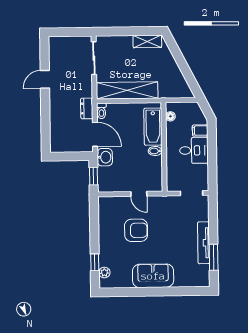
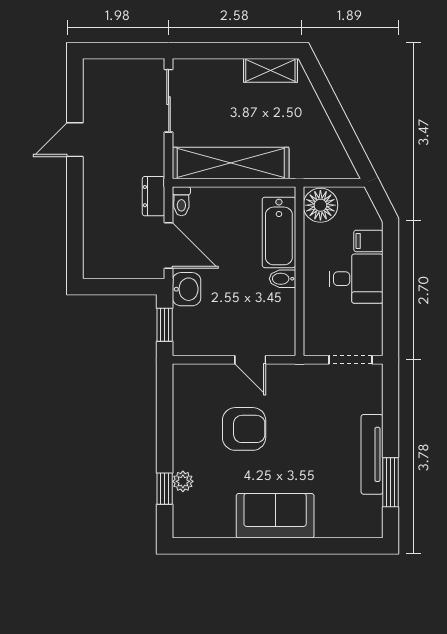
floor lamp: (170, 116) -> (320, 205), width x1.89, depth x1.89
plant: (104, 273) -> (183, 481), moved

